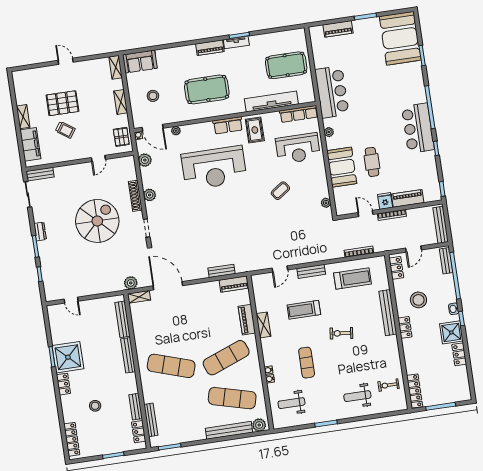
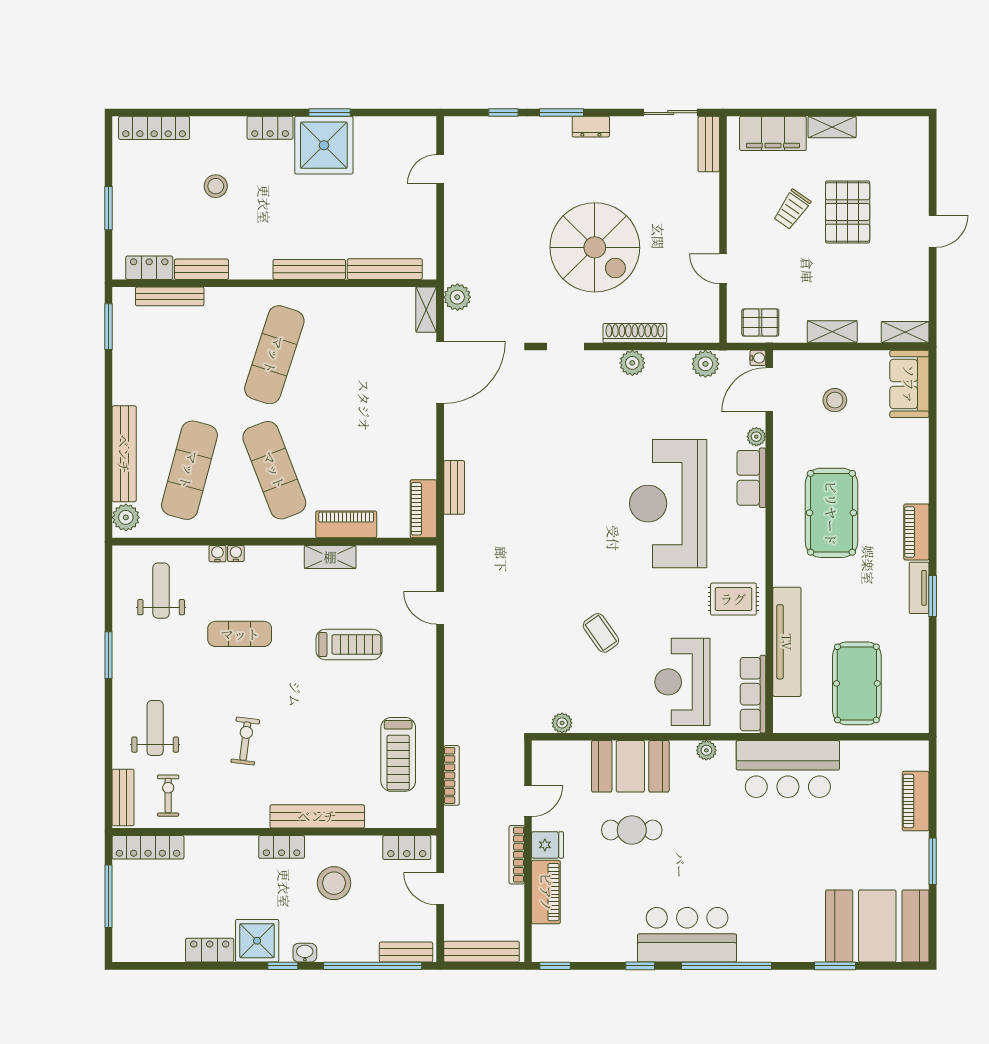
row of seats: (228, 125) -> (751, 478), moved
bench: (311, 271) -> (123, 797), moved
treadmill: (304, 310) -> (349, 644), turned 90
exercise bike: (341, 333) -> (245, 741), moved

